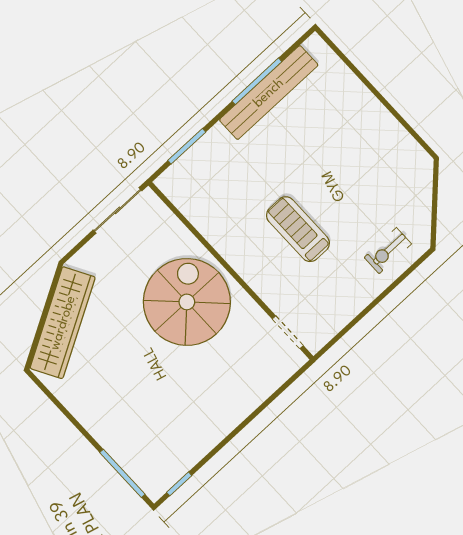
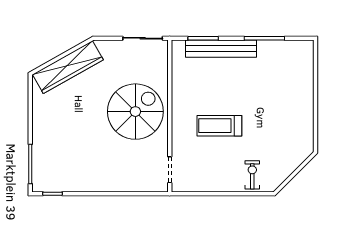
bench: (269, 93) -> (221, 49), moved
treadmill: (298, 229) -> (219, 126), turned -90
exercise bike: (388, 251) -> (252, 175), turned 90

